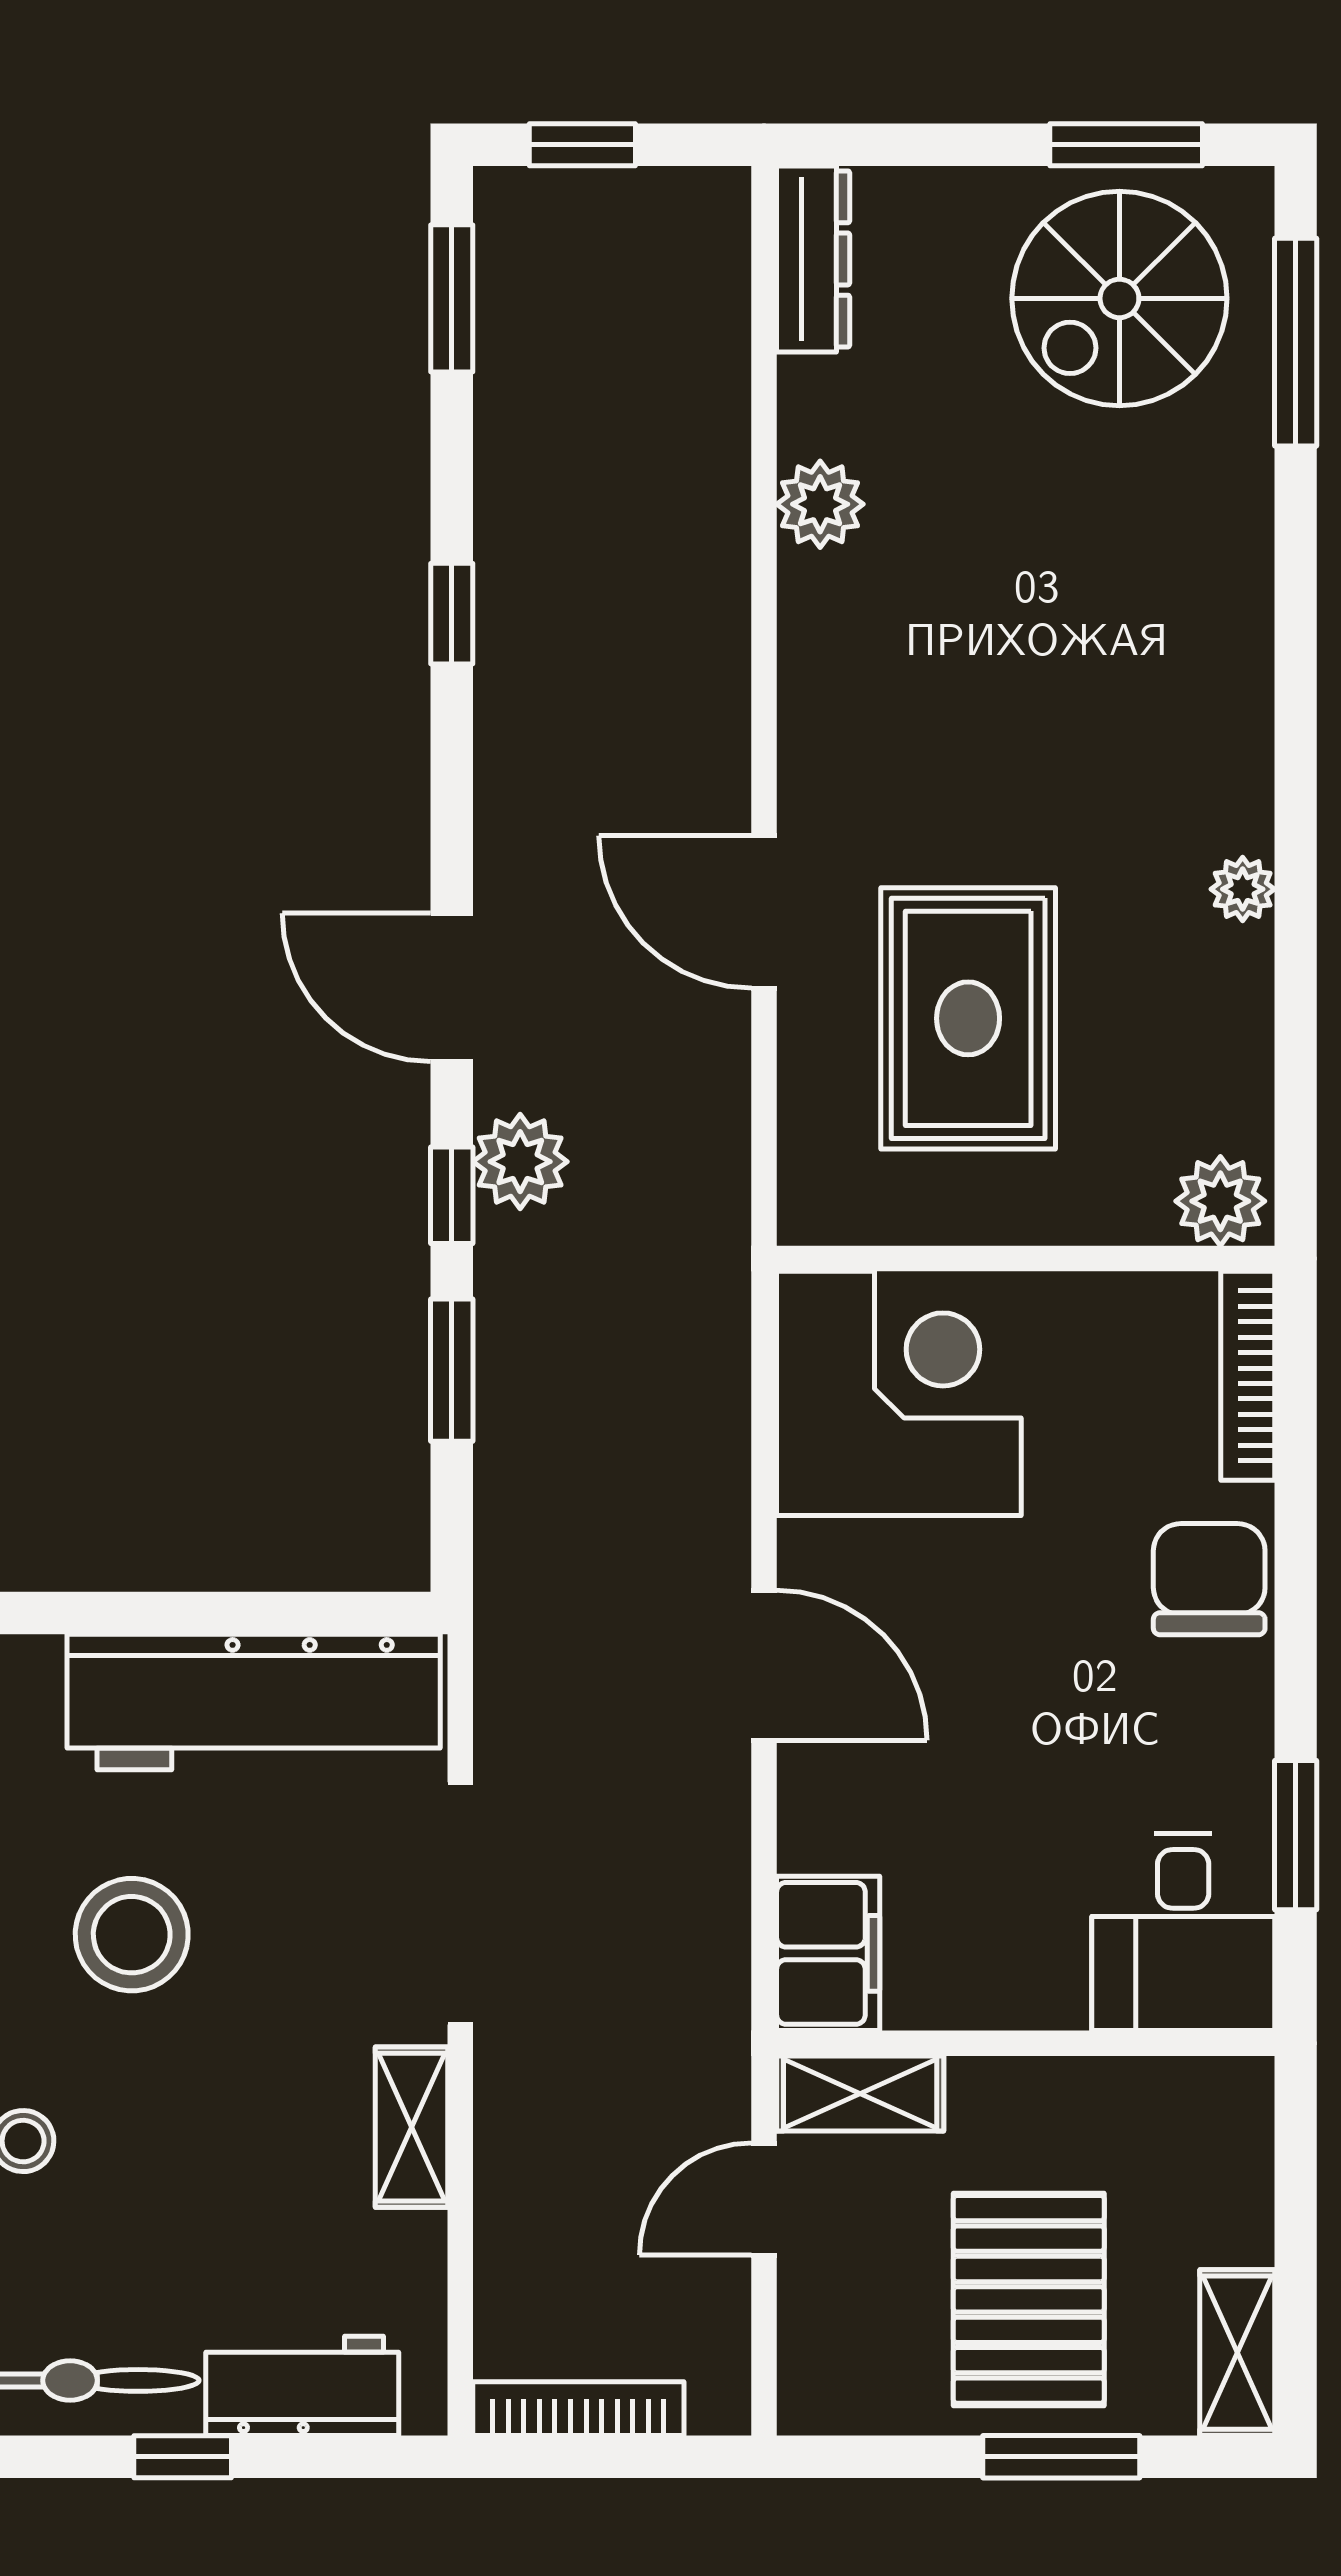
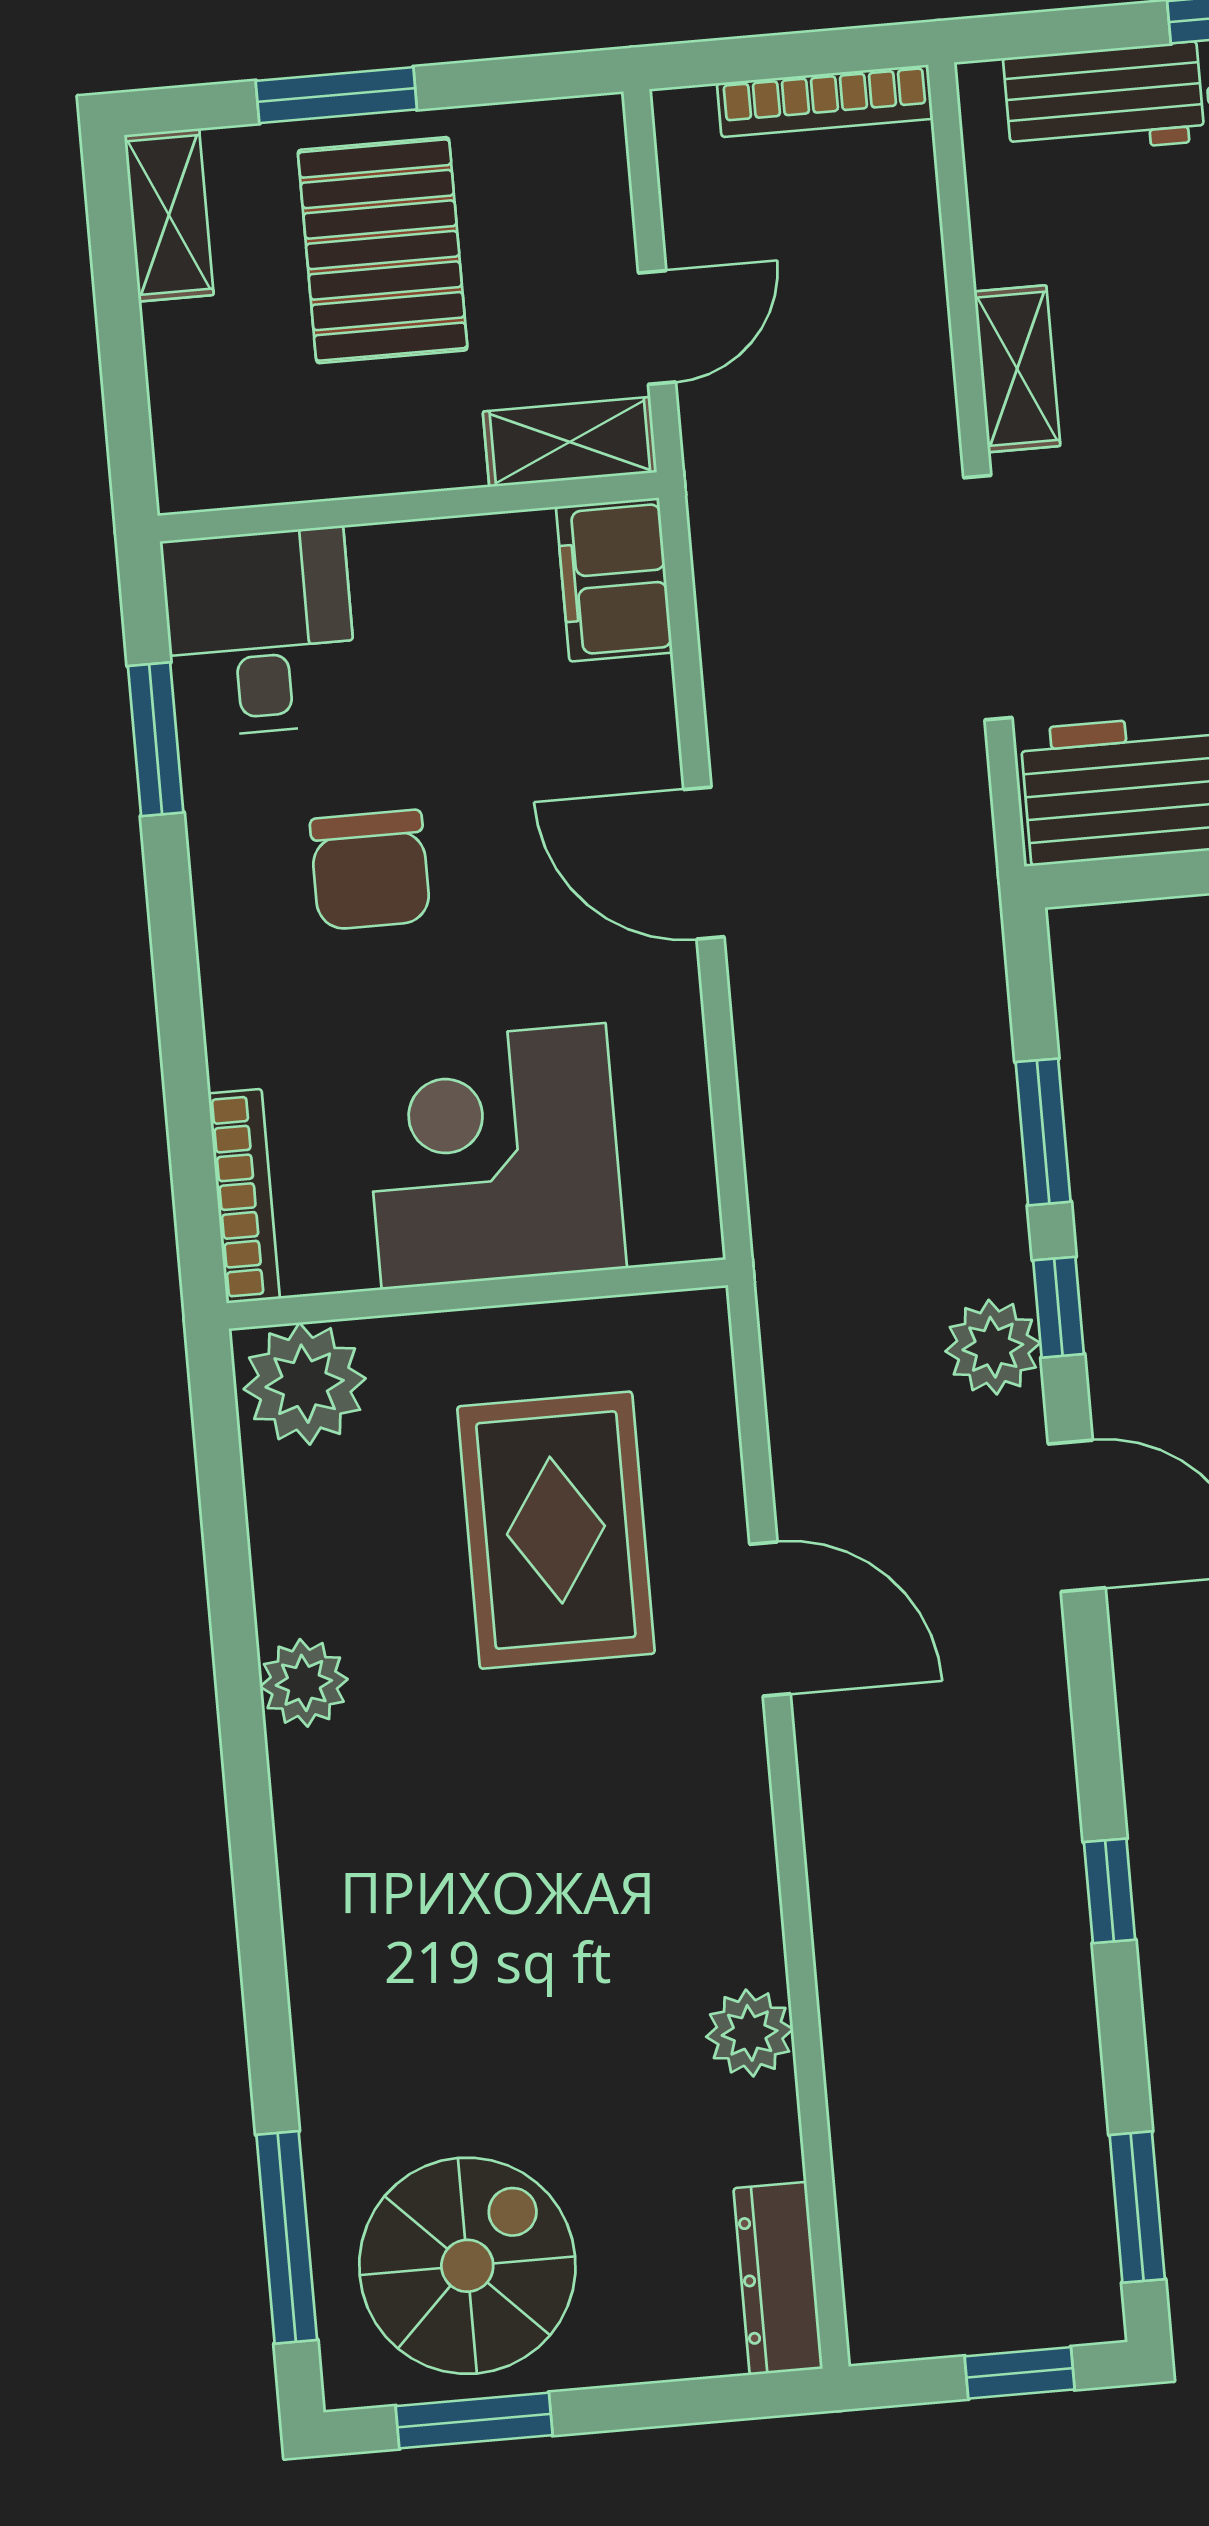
plant: (1243, 889) -> (304, 1683), width x1.38, depth x1.38
plant: (1220, 1201) -> (305, 1384), width x1.36, depth x1.36
corner desk: (899, 1393) -> (494, 1156), moved, turned 90
chair: (1209, 1579) -> (370, 870), moved

